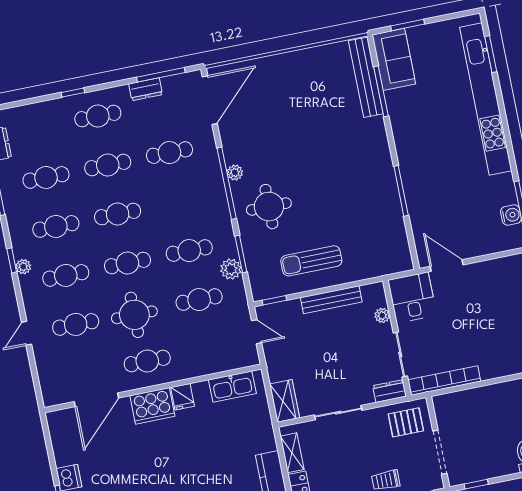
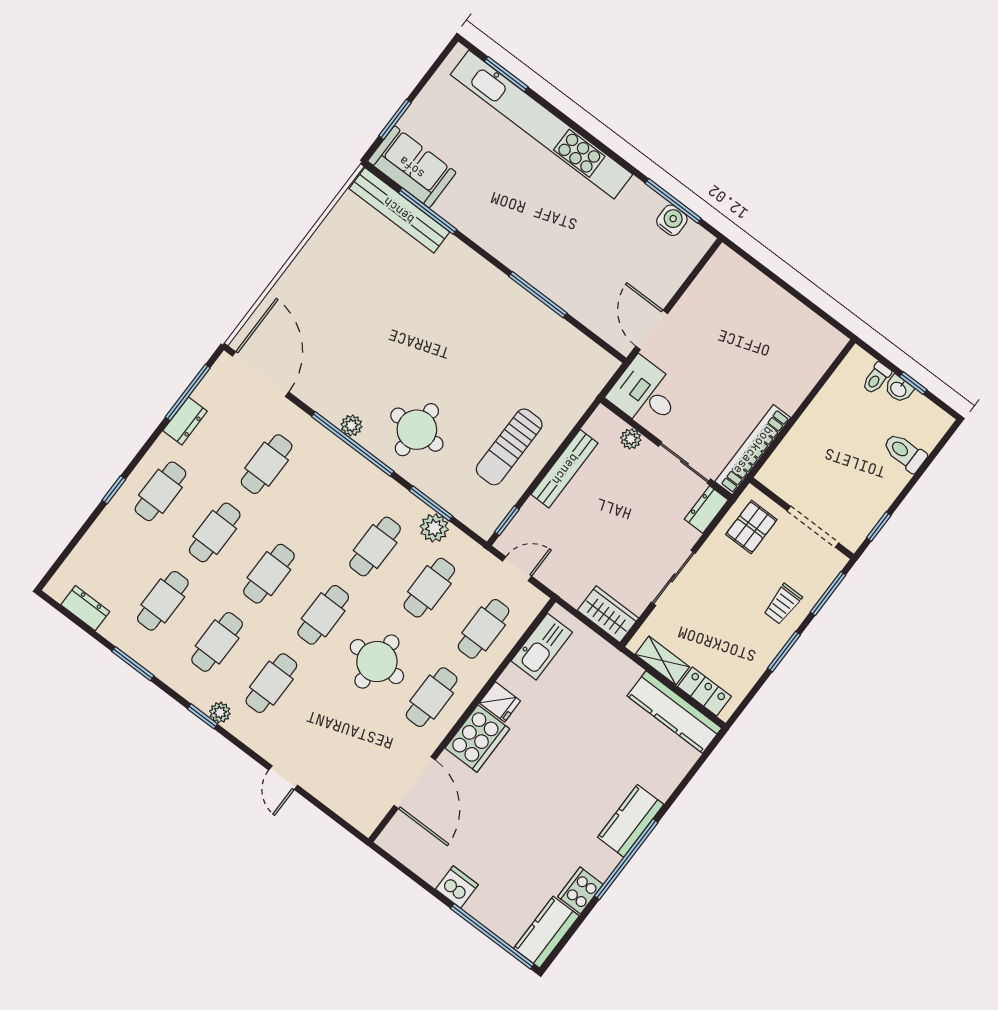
door: (447, 266) -> (652, 330), hinge flipped
cafe table: (76, 324) -> (484, 629), moved

